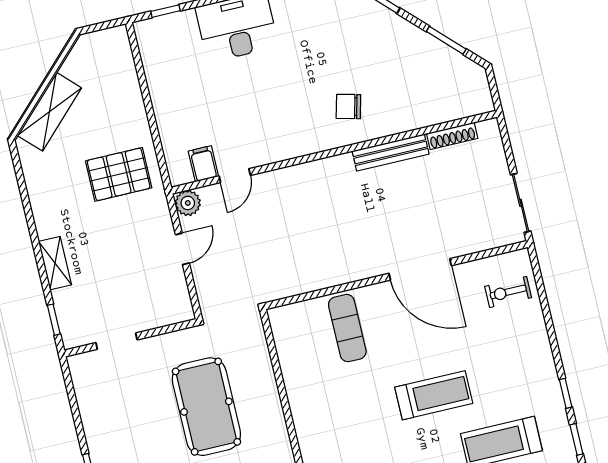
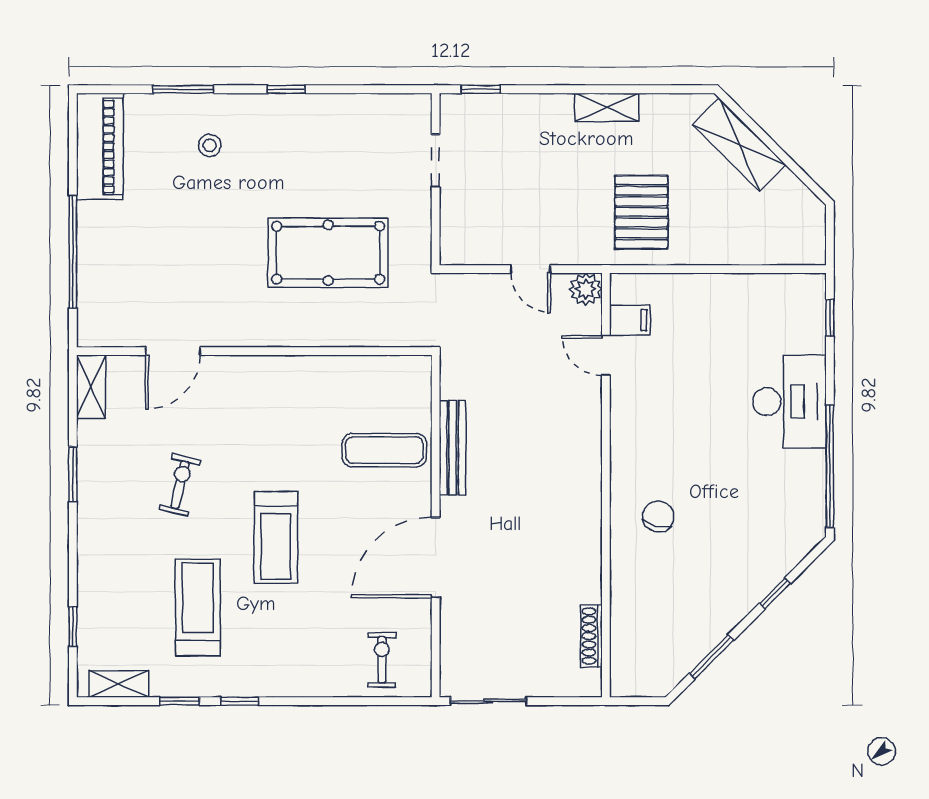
bench: (391, 153) -> (453, 448), moved
shelving: (55, 263) -> (607, 107), moved

